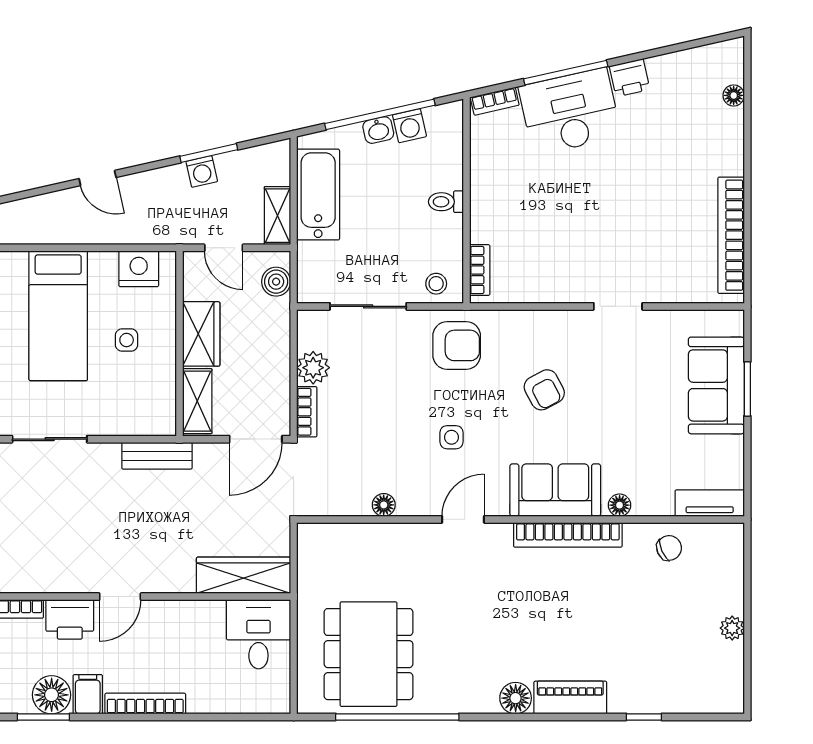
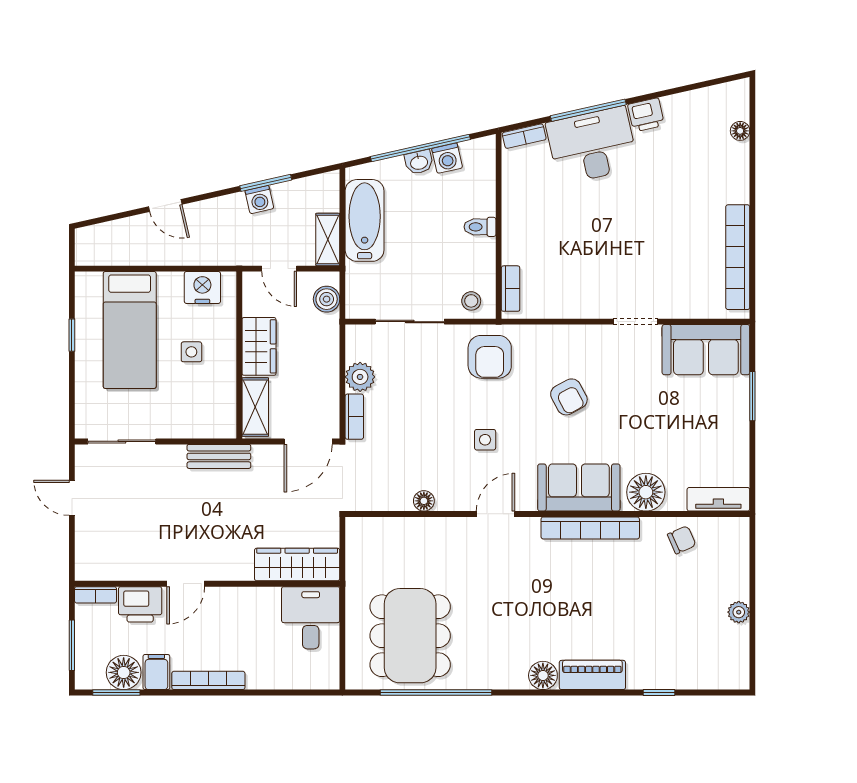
armchair: (457, 345) -> (490, 357), turned 90
sofa: (716, 385) -> (706, 350), moved, turned -90
floor lamp: (620, 505) -> (646, 492), width x1.89, depth x1.89

